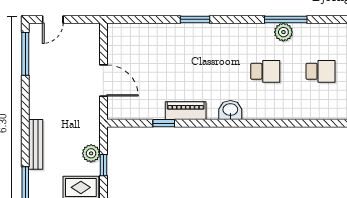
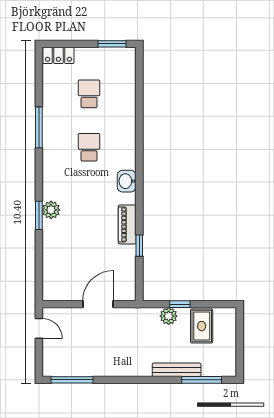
door: (53, 19) -> (39, 328), moved
plant: (283, 32) -> (51, 210), moved
bench: (36, 144) -> (177, 370), moved

